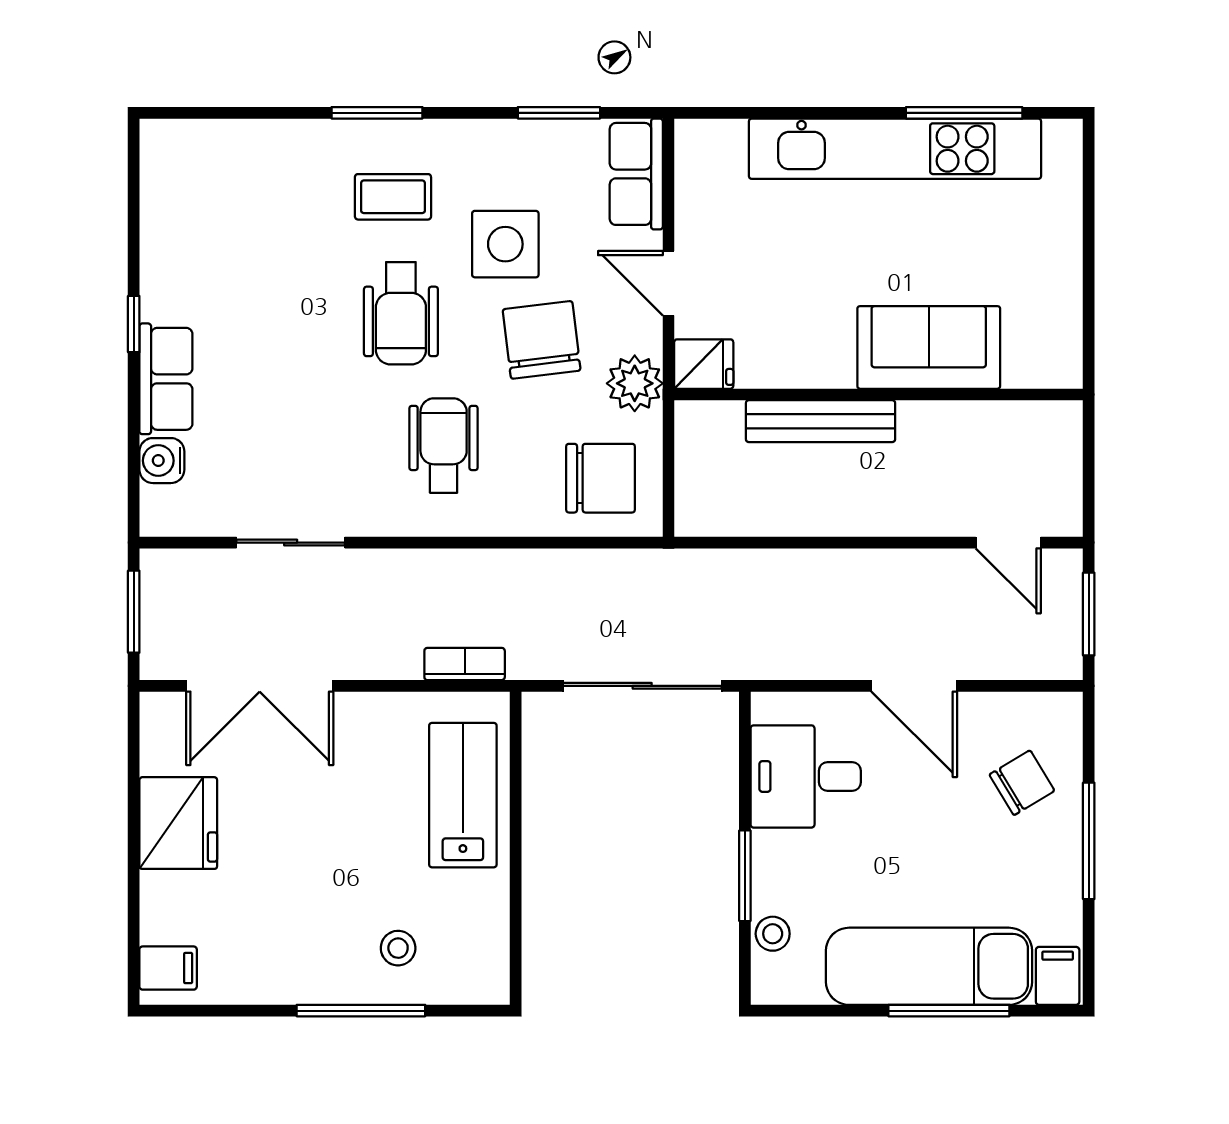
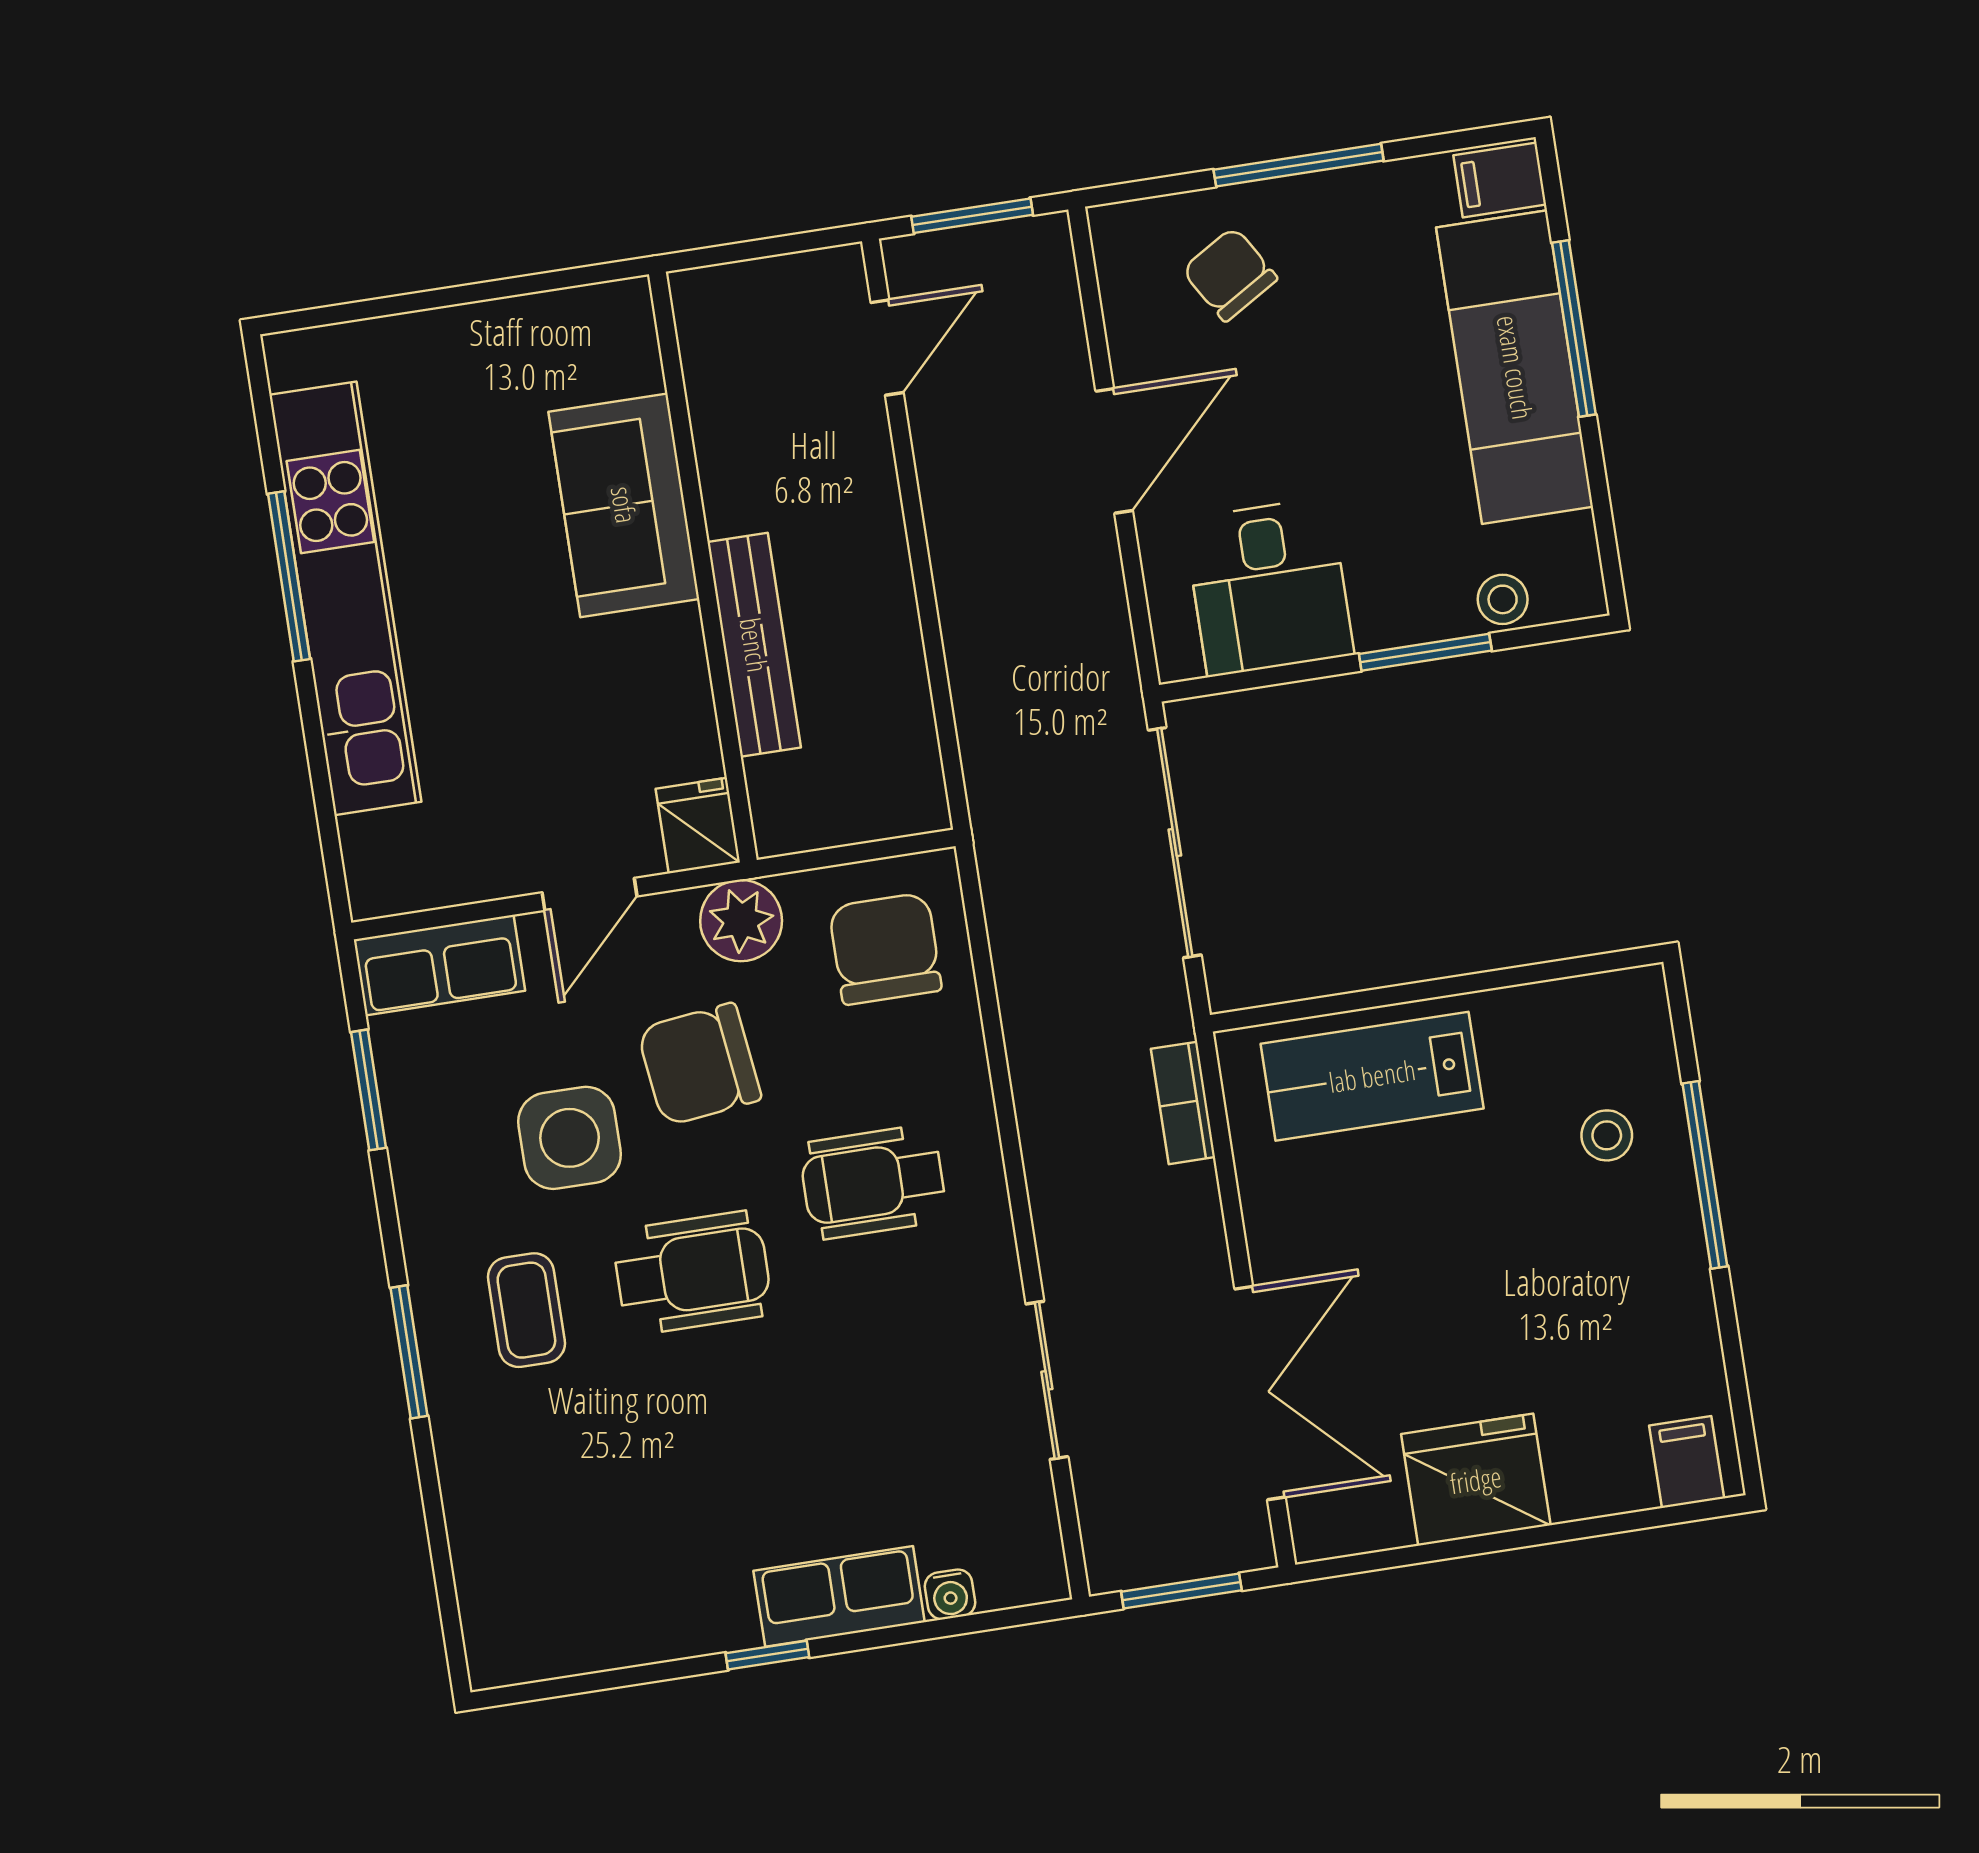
window: (964, 113) -> (289, 576), moved
water cooler: (162, 461) -> (950, 1594), width x0.72, depth x0.72

